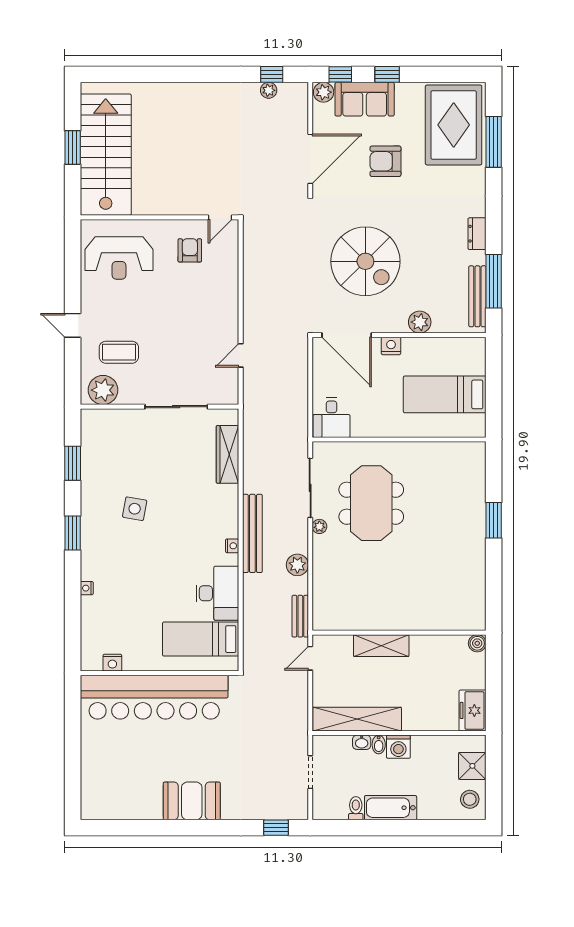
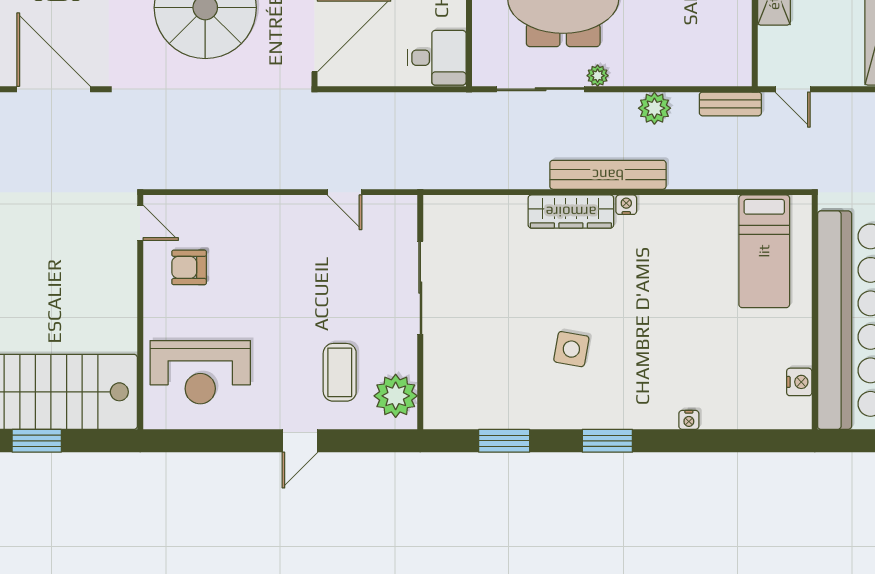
reception desk: (119, 258) -> (200, 372), turned 90
wardrobe: (228, 454) -> (571, 212), moved
desk: (217, 593) -> (696, 227), removed

